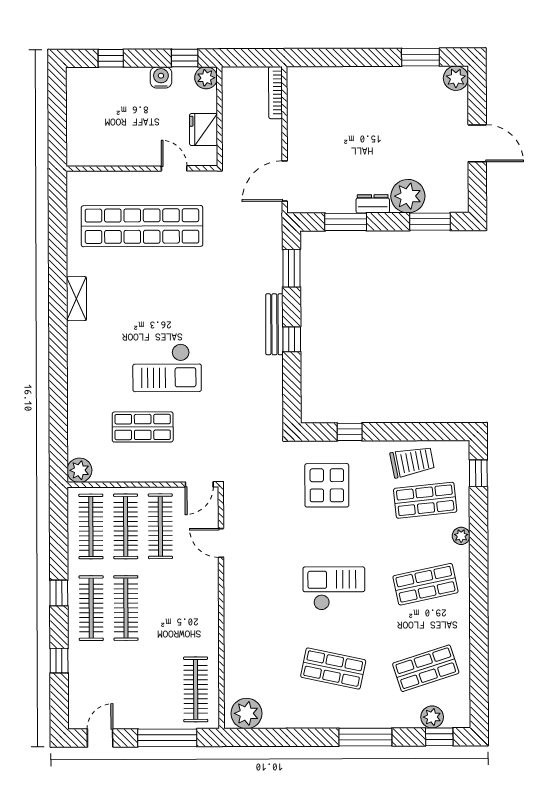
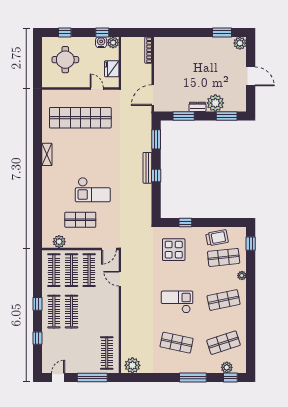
water cooler: (161, 77) -> (101, 42), moved
round table: (112, 112) -> (65, 60), added
plant: (79, 470) -> (59, 242), moved

